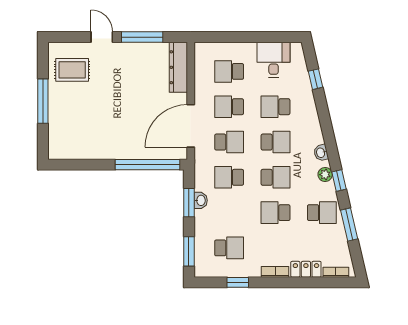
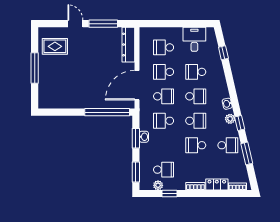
plant: (221, 270) -> (158, 185), added

